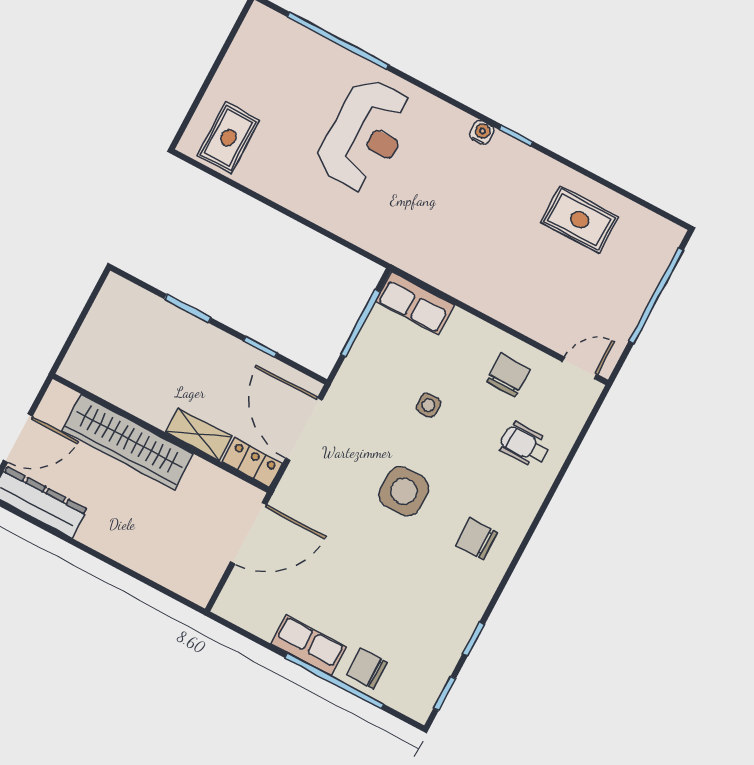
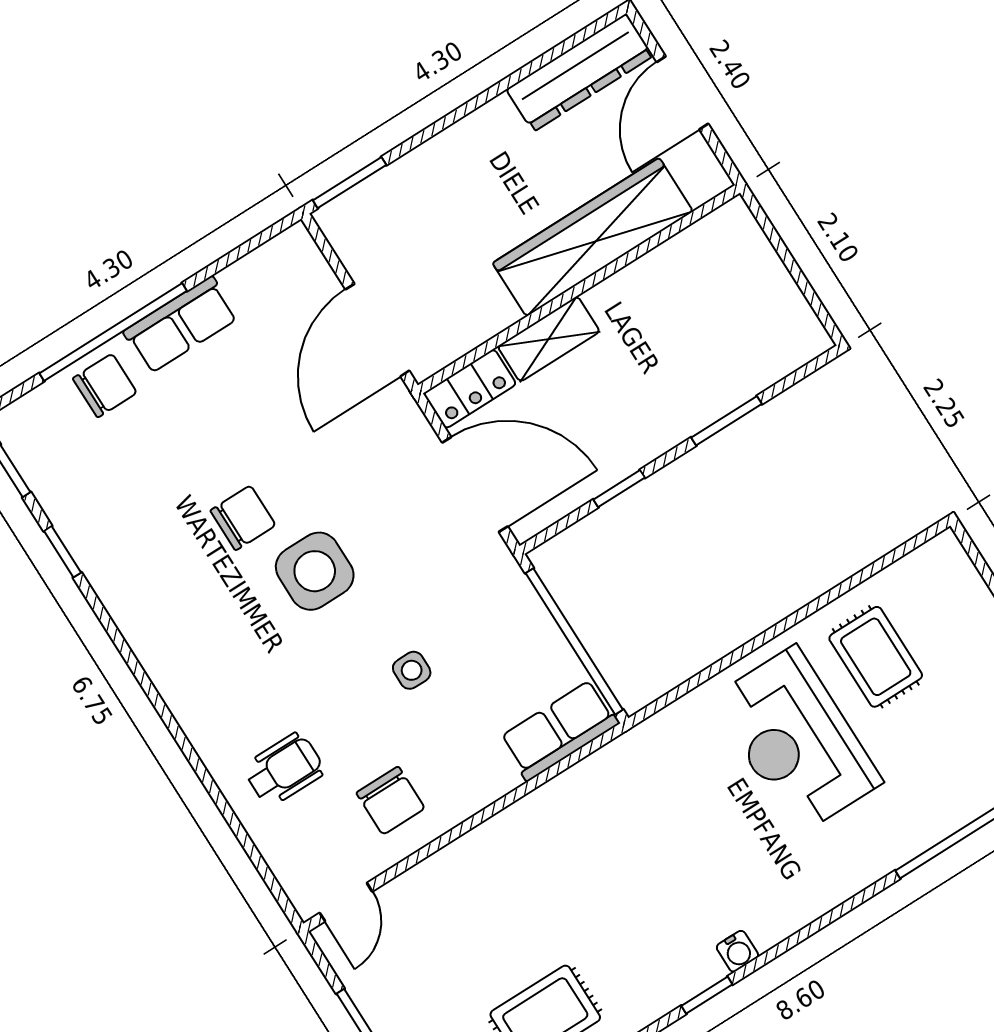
reception desk: (365, 135) -> (797, 740), moved
rug: (228, 138) -> (876, 657), moved
window: (360, 323) -> (574, 641), width x1.46
chair: (476, 539) -> (243, 518), moved
window: (175, 596) -> (350, 183), added

